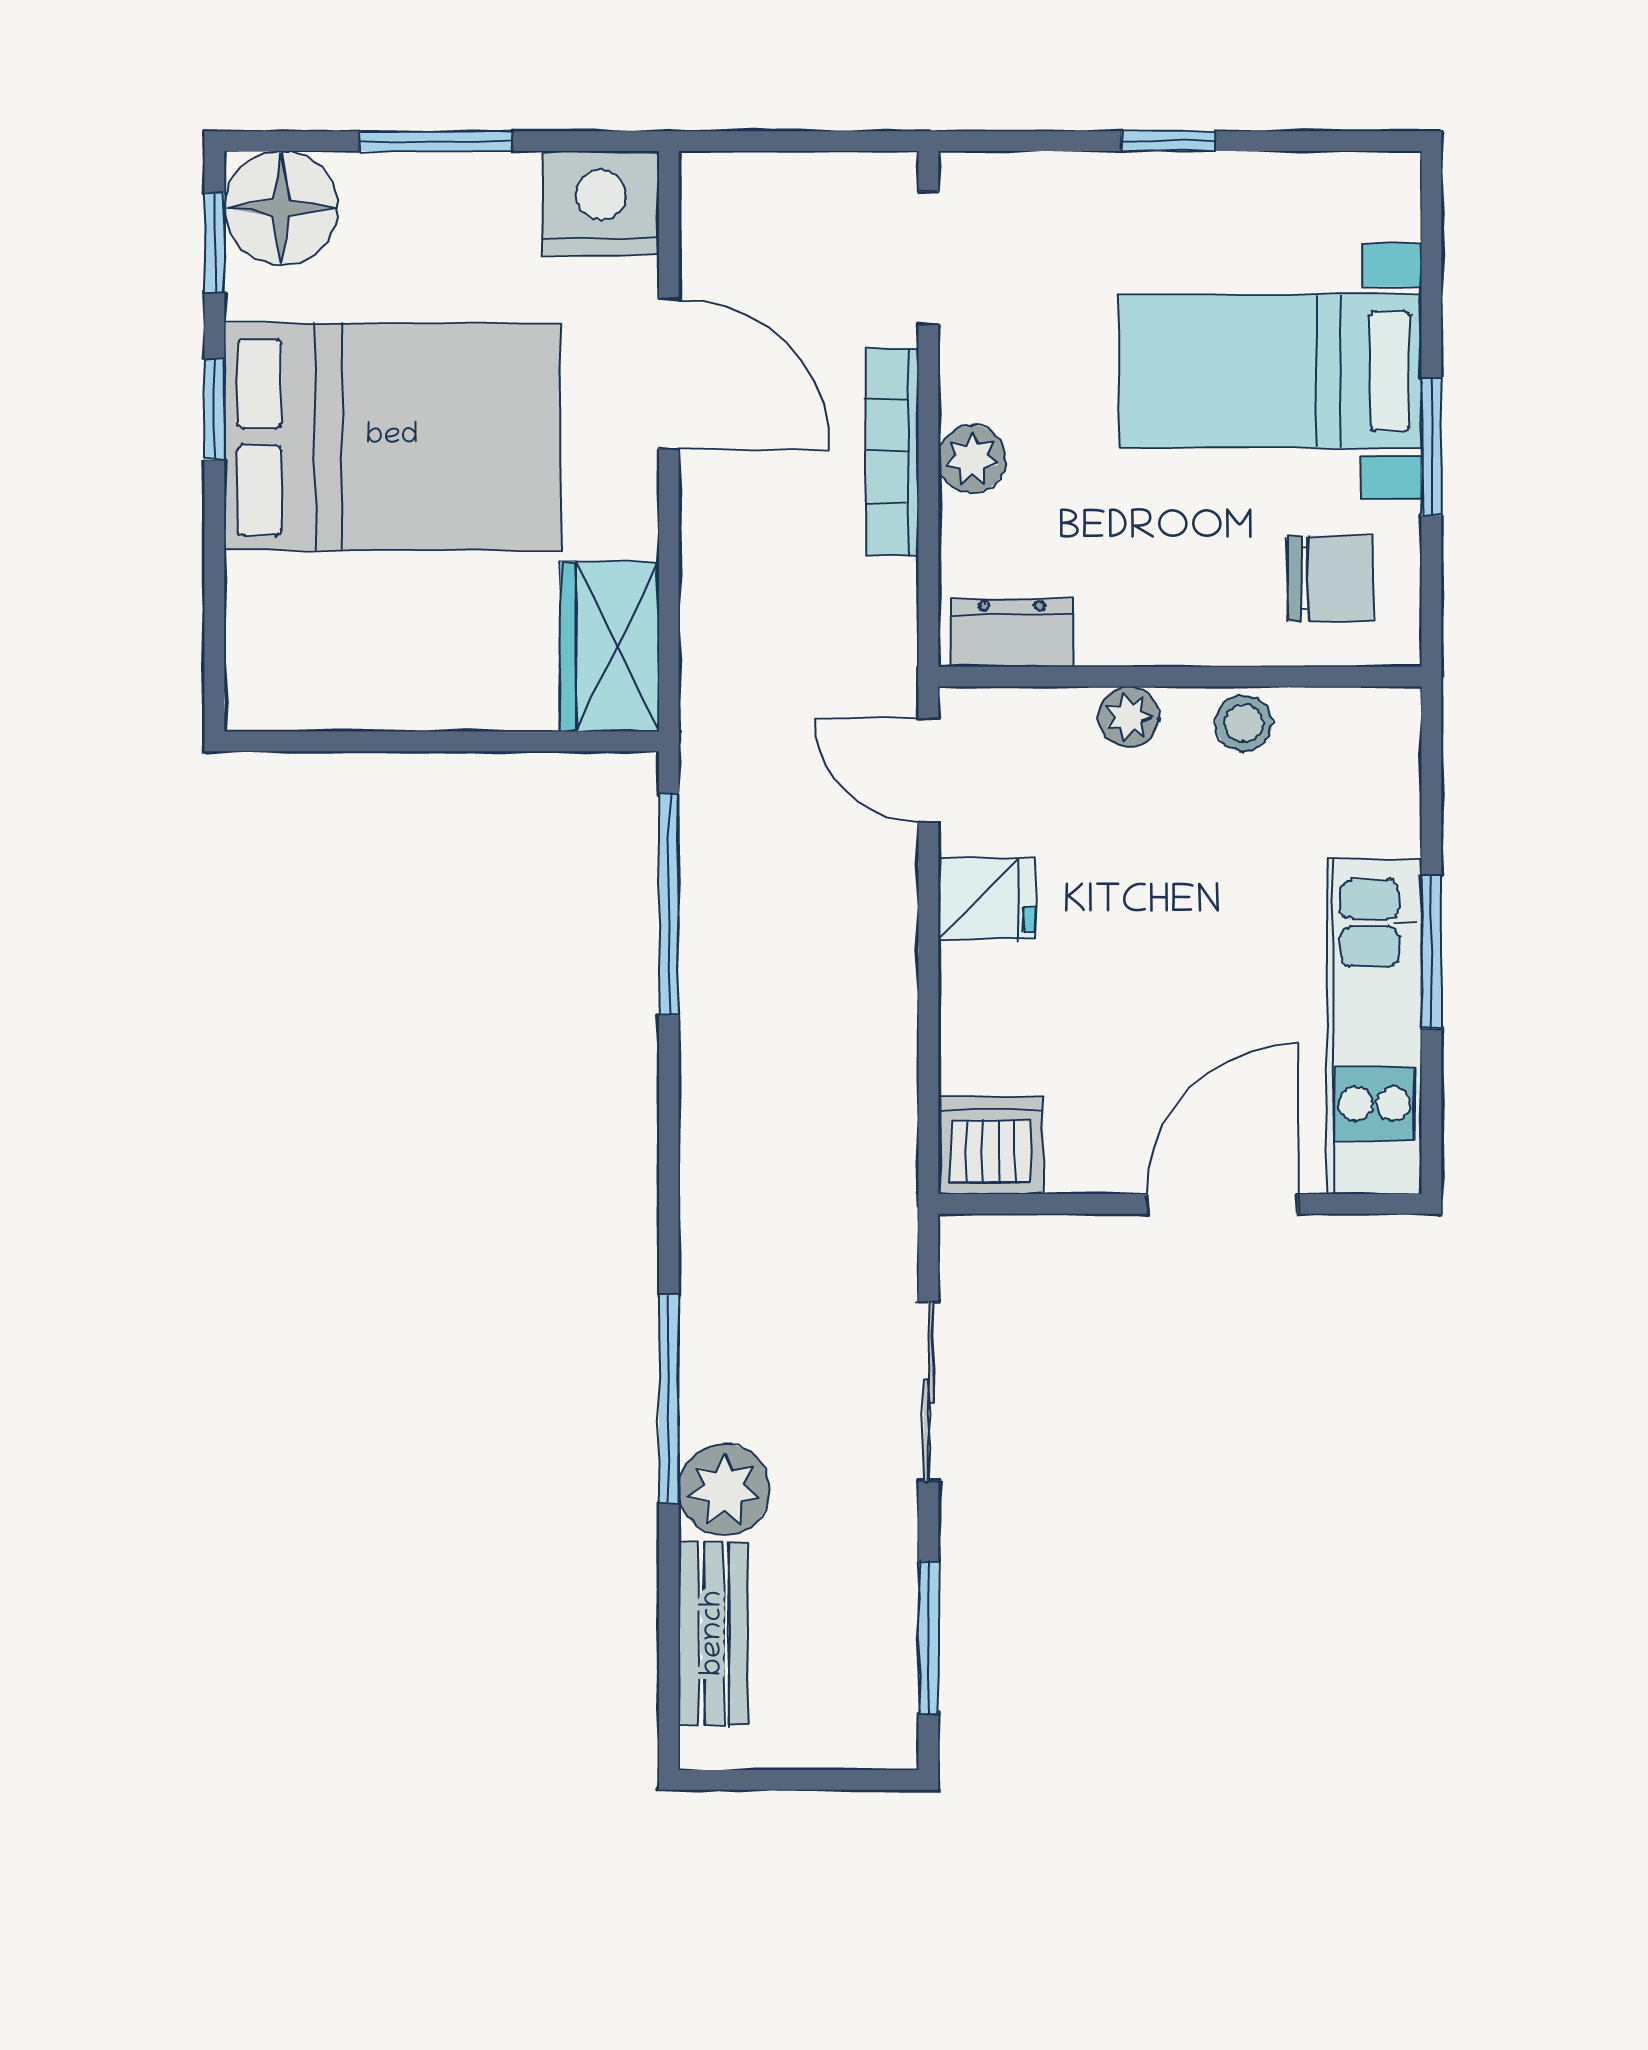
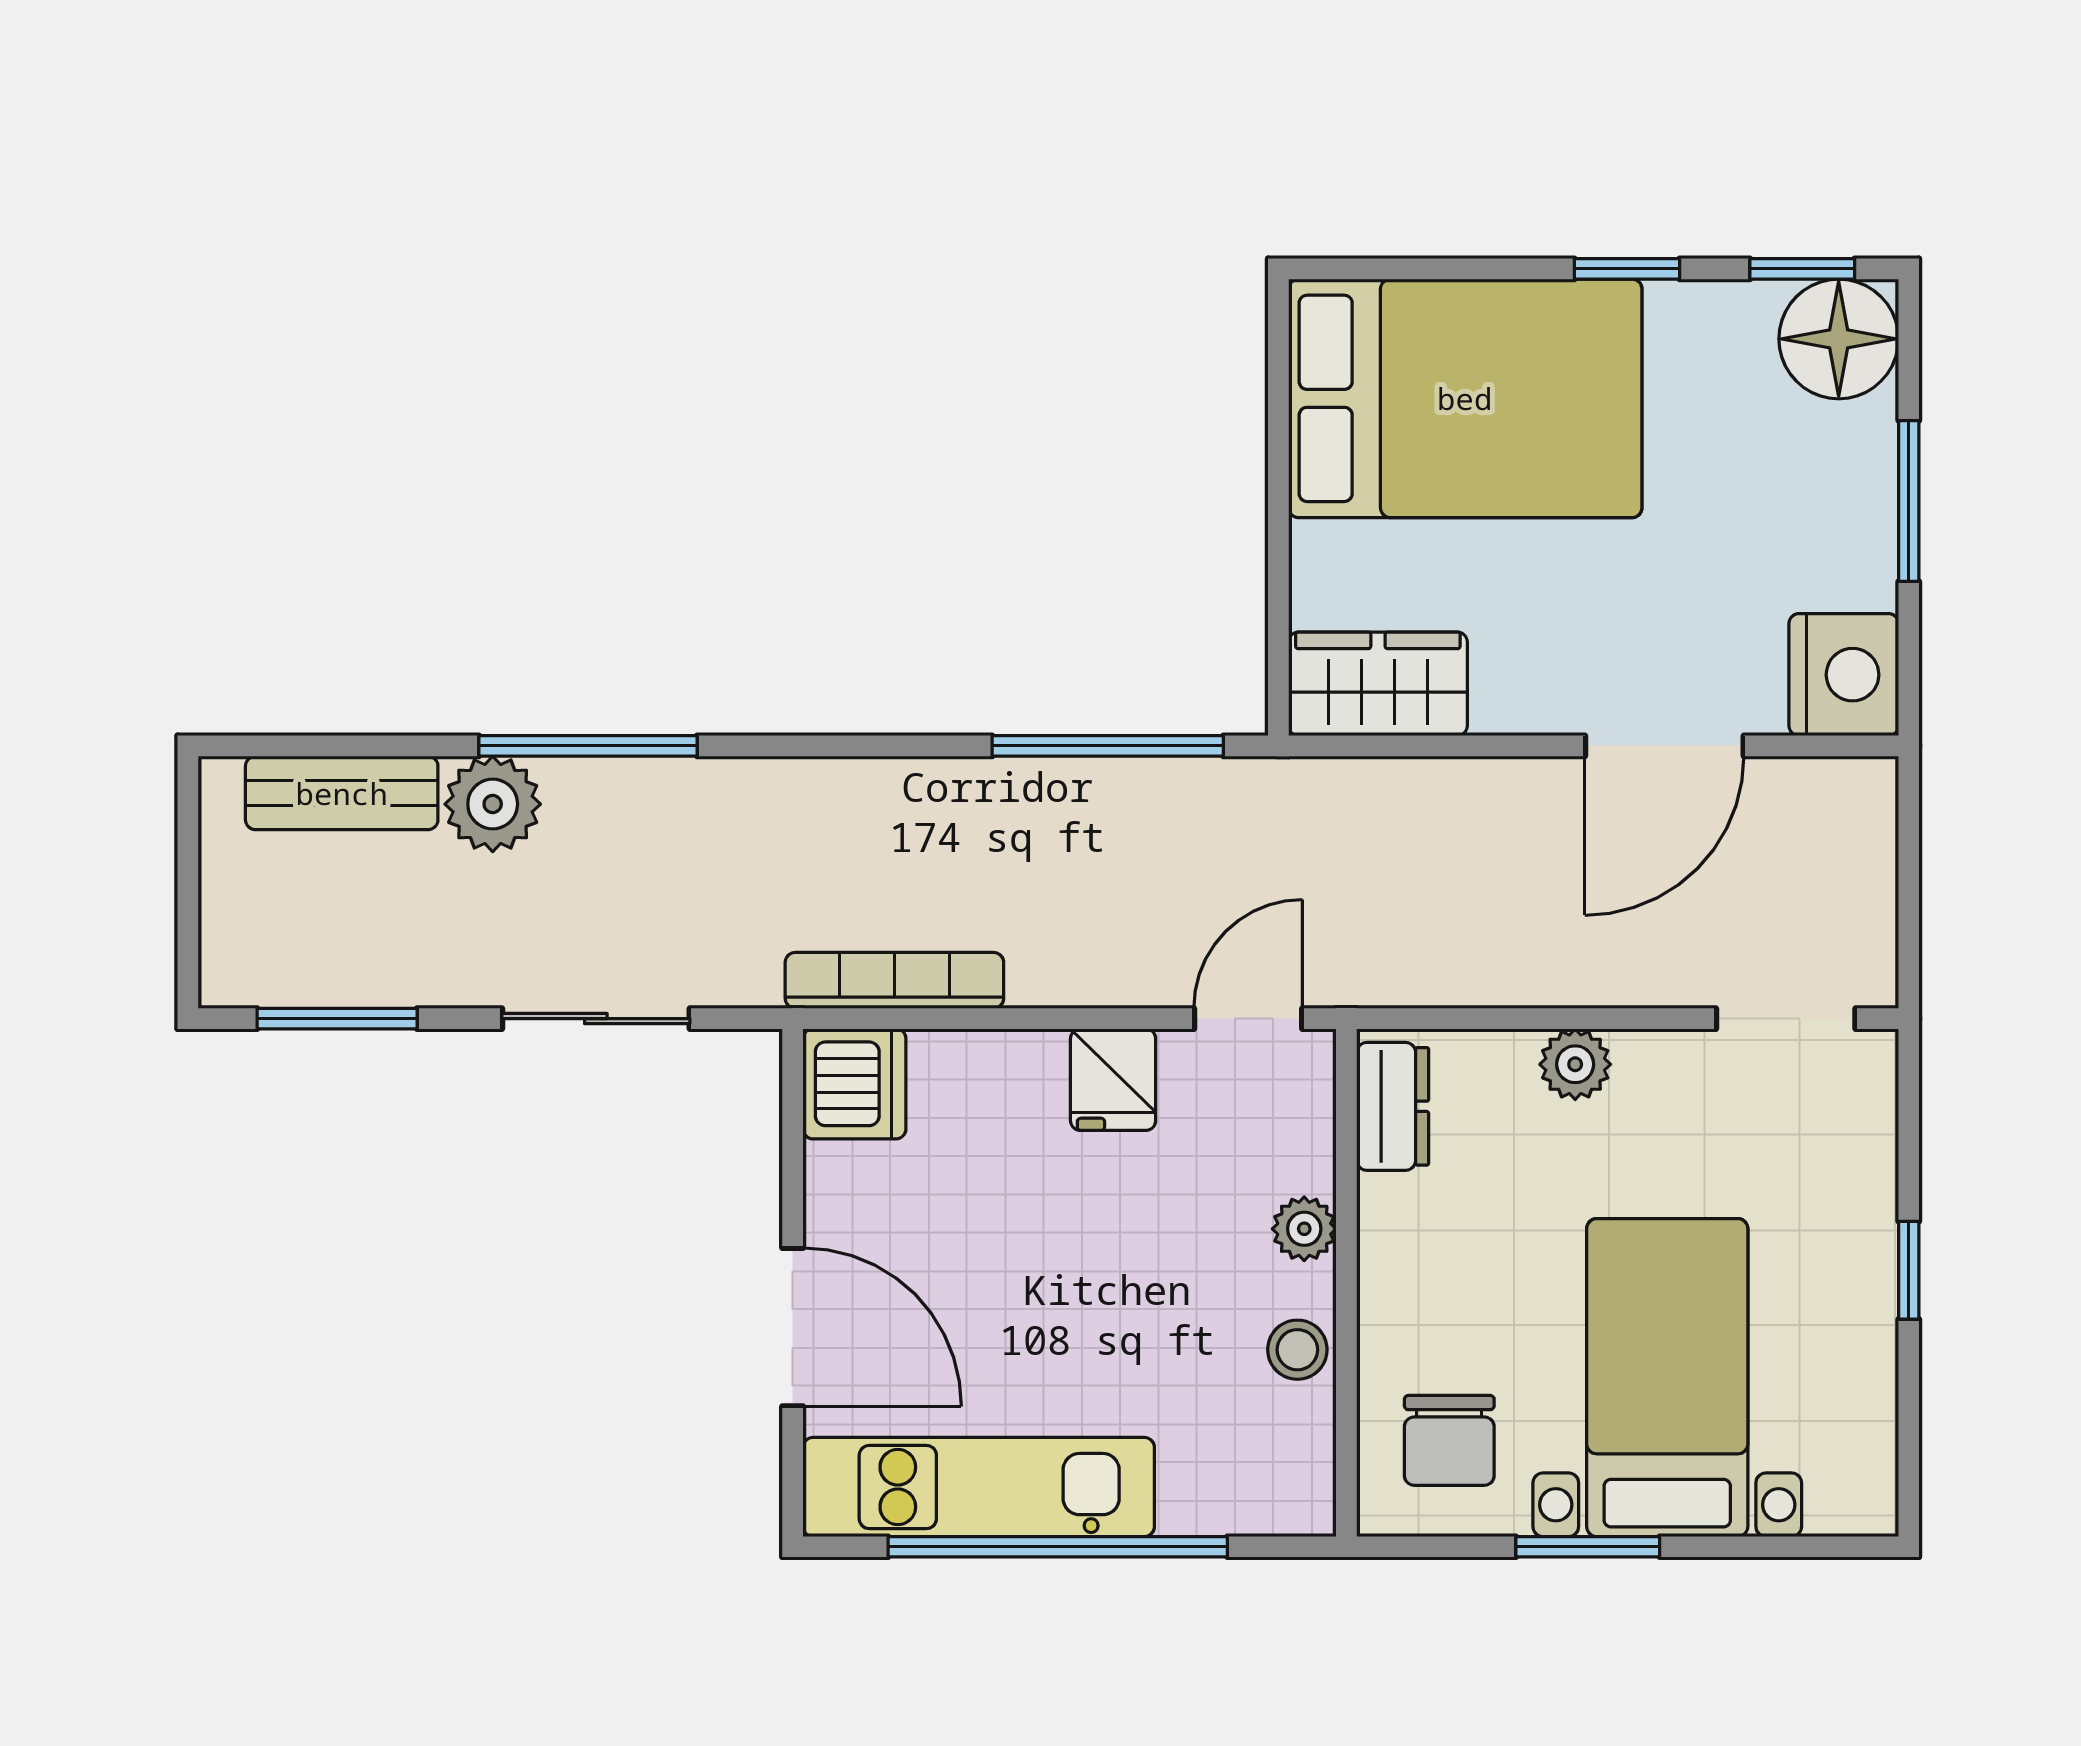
bed: (392, 437) -> (1465, 398), moved, turned -90
bookcase: (892, 452) -> (894, 980), moved
window: (1431, 952) -> (1058, 1547), width x2.11

